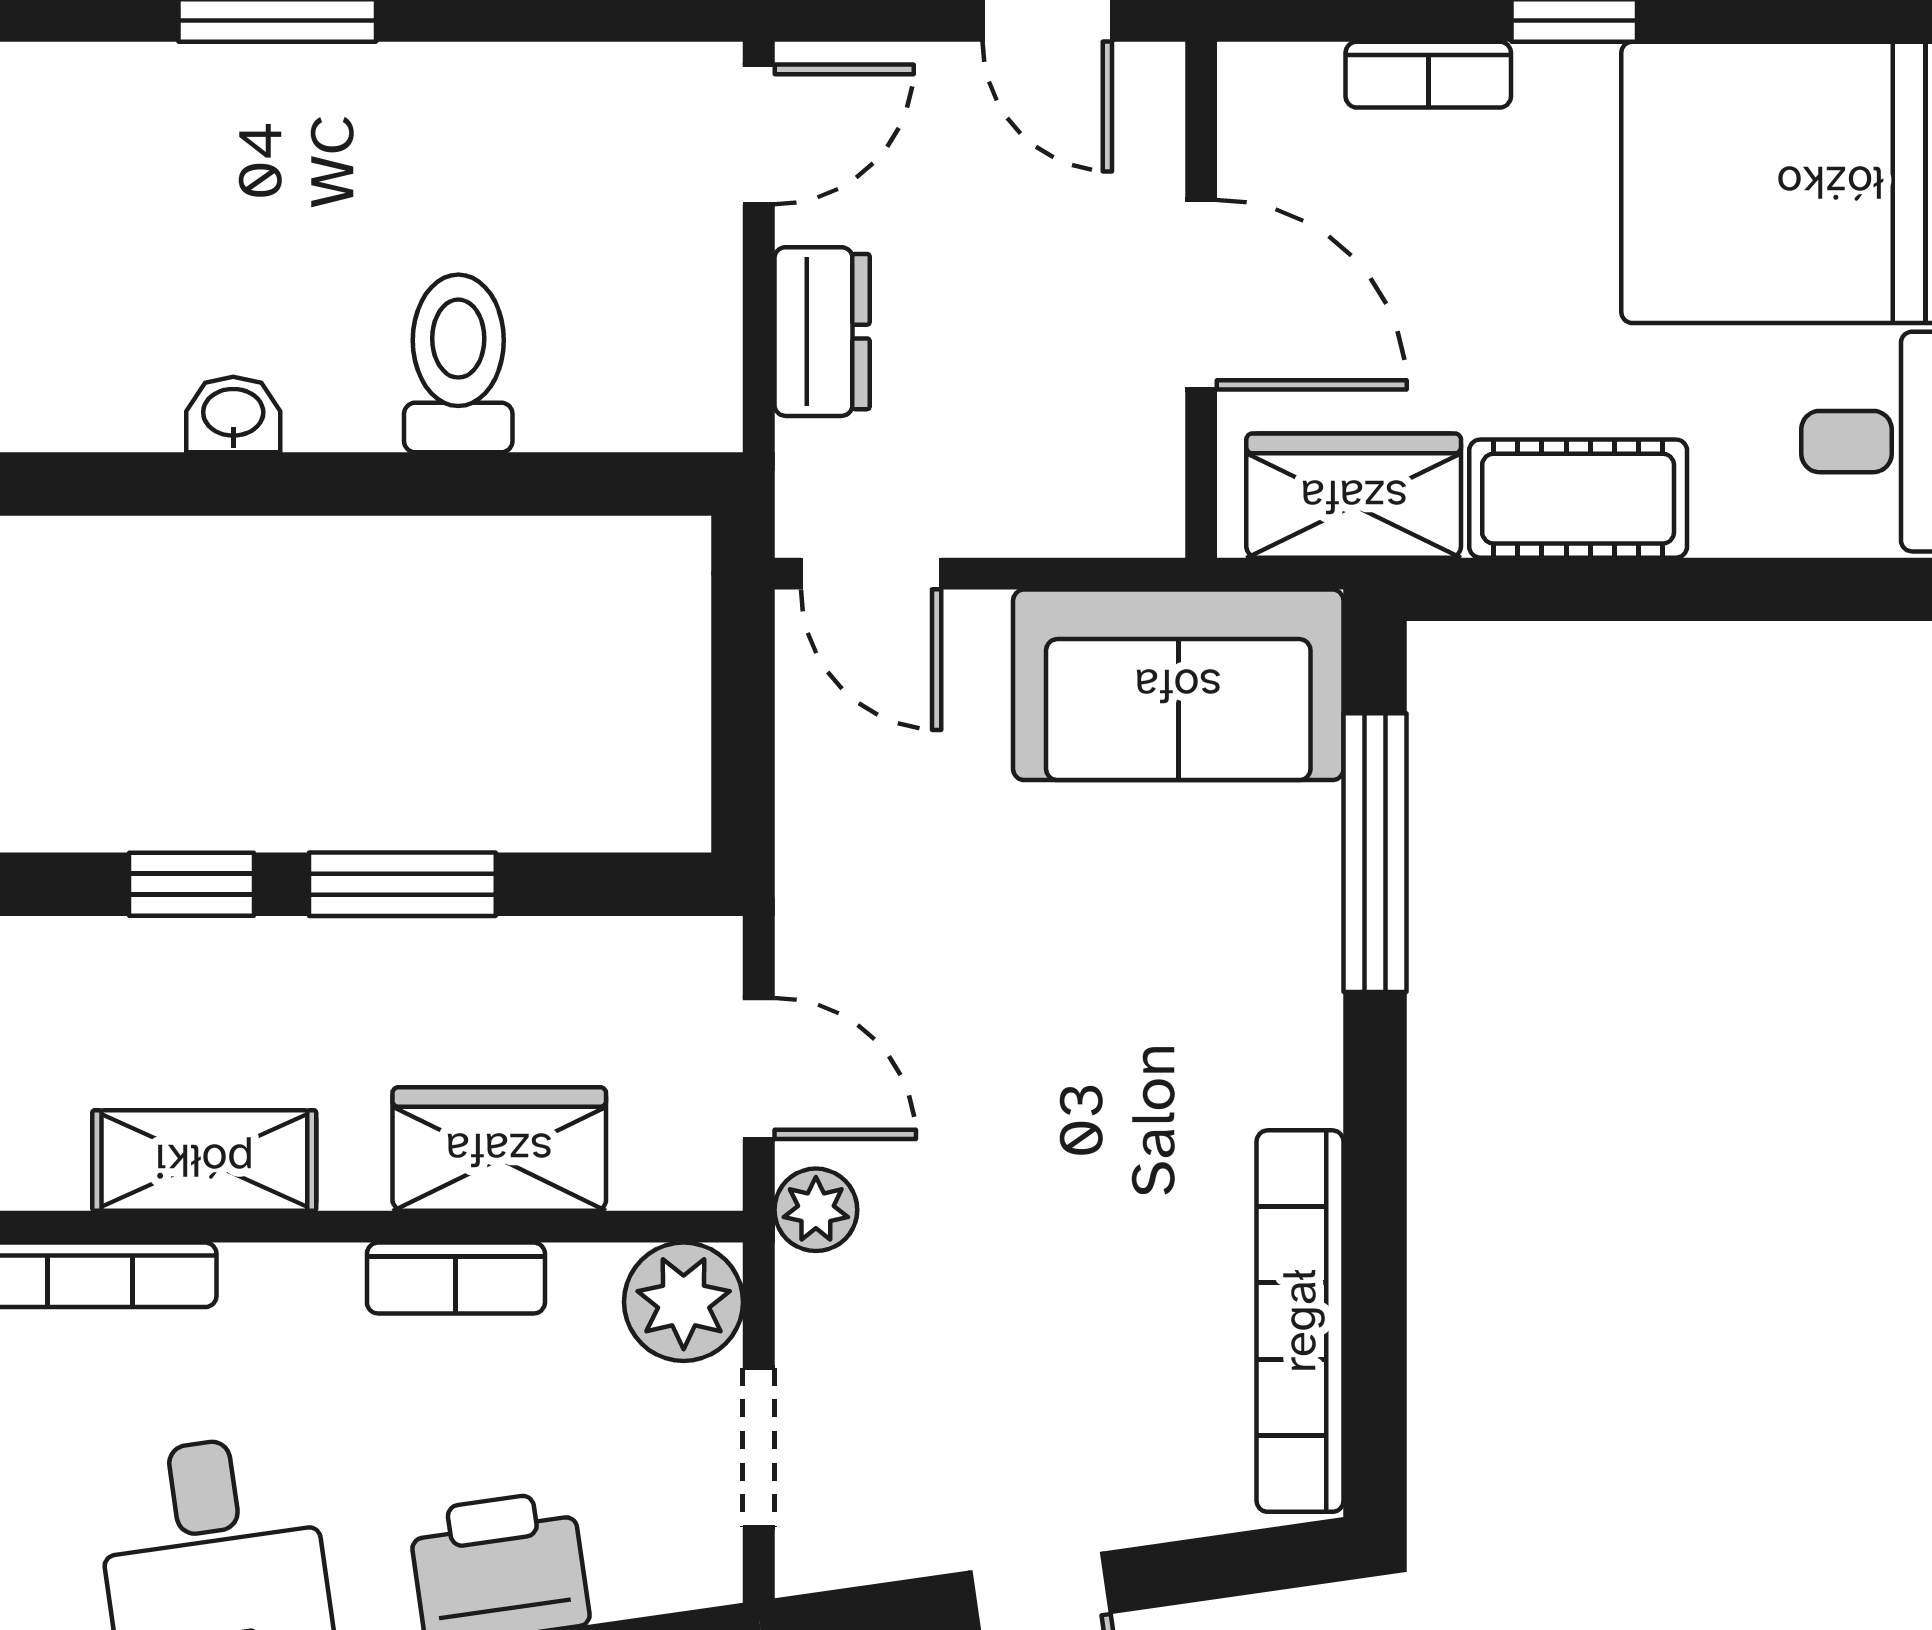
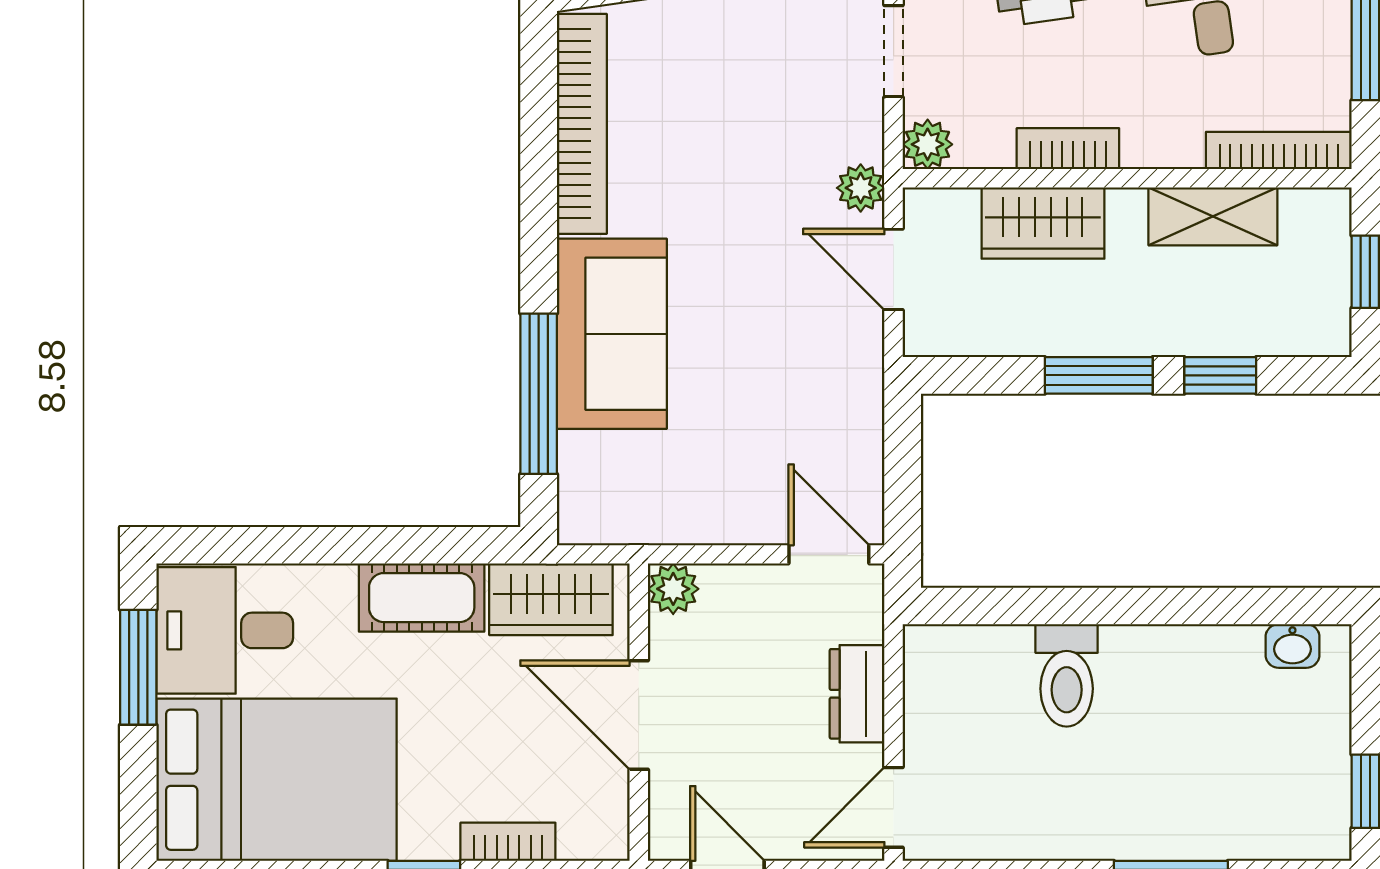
washbasin: (233, 415) -> (1292, 646), moved
plant: (1141, 514) -> (673, 589), added
sofa: (1178, 685) -> (612, 334), moved, turned 90
plant: (684, 1302) -> (928, 144), width x0.73, depth x0.73

